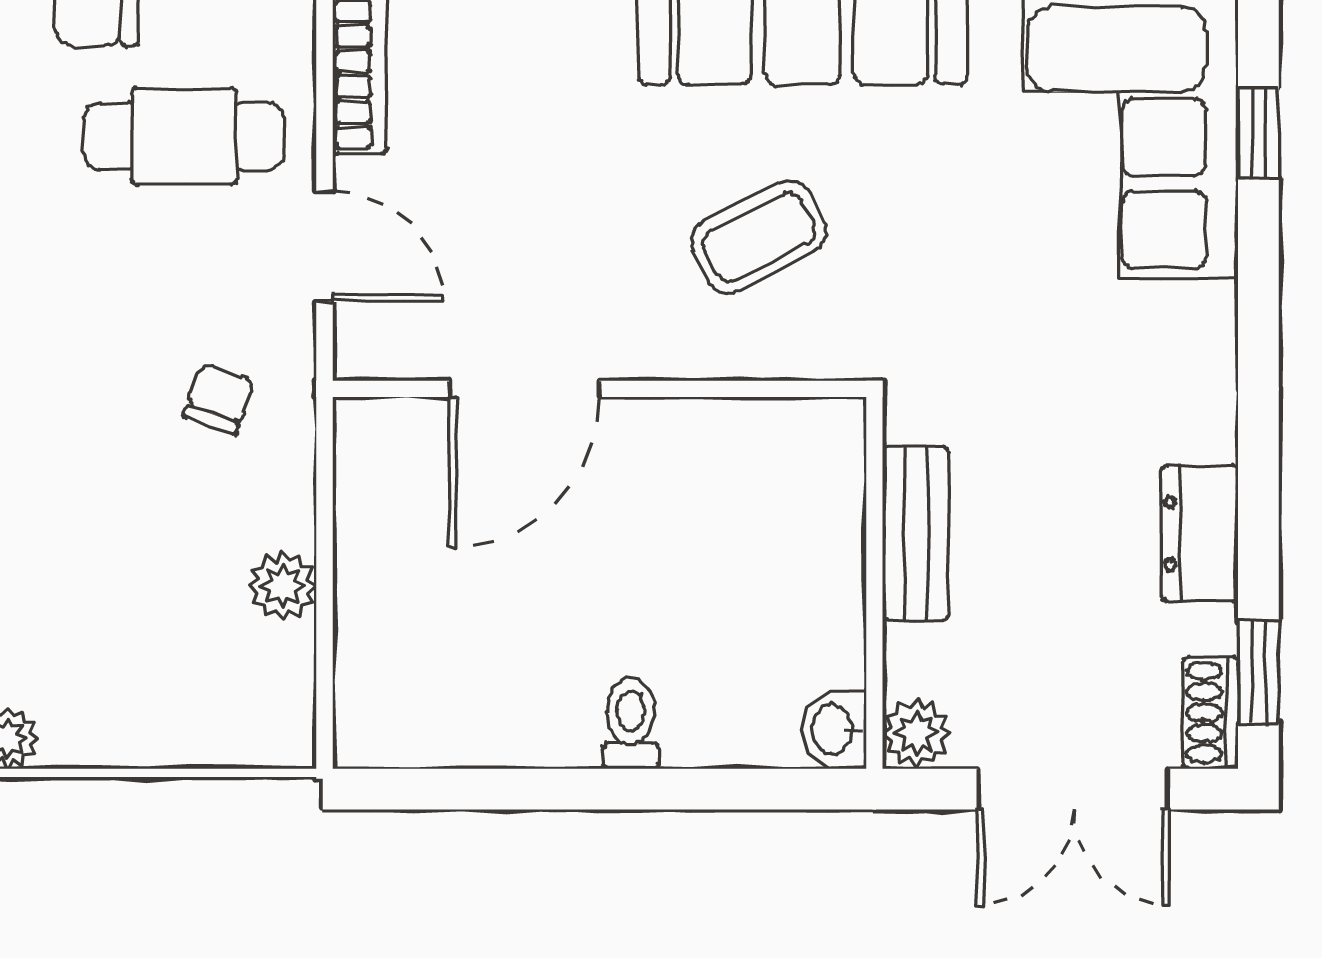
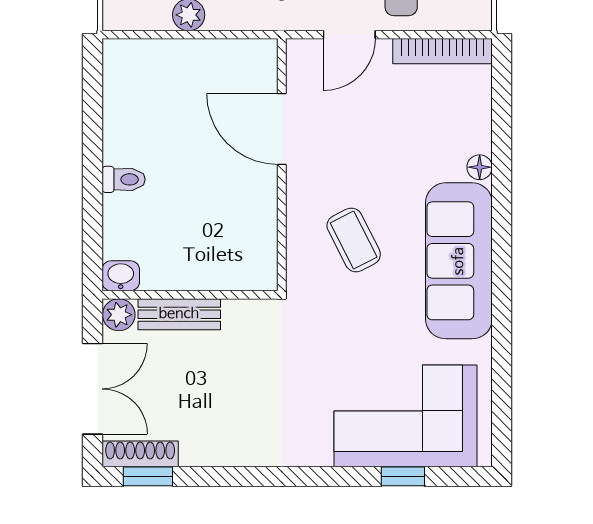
bench: (916, 533) -> (179, 314), moved
dresser: (1200, 533) -> (214, 449), removed
shoe rack: (1211, 713) -> (140, 454), width x1.43
double door: (1073, 789) -> (92, 389), swing flipped

